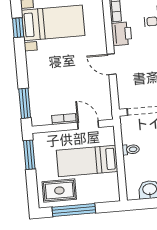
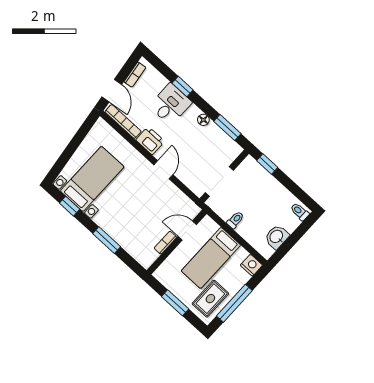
door: (112, 64) -> (163, 170), swing flipped
window: (25, 103) -> (107, 240), moved
window: (29, 155) -> (175, 303), moved
nightstand: (112, 194) -> (251, 265), added

